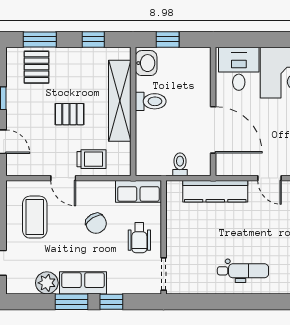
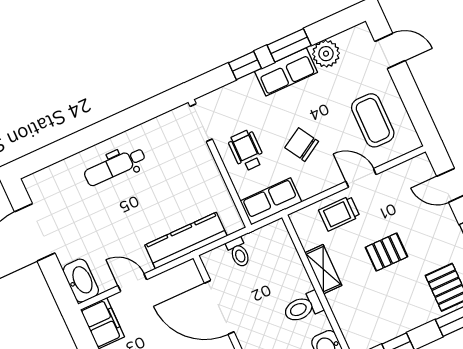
shelving: (120, 101) -> (323, 269), width x0.45, depth x0.75

